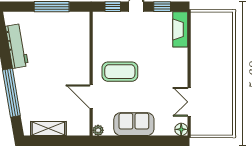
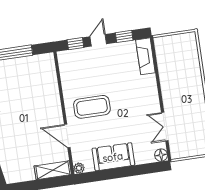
shelving: (48, 129) -> (53, 170), moved

